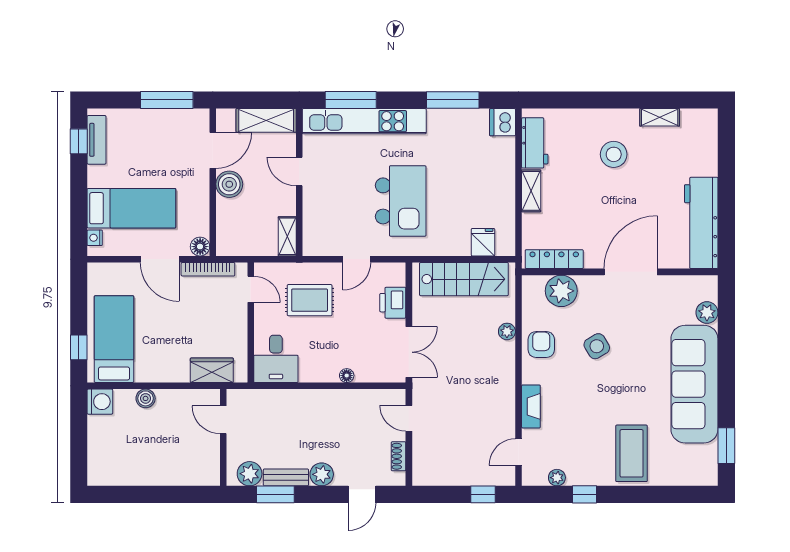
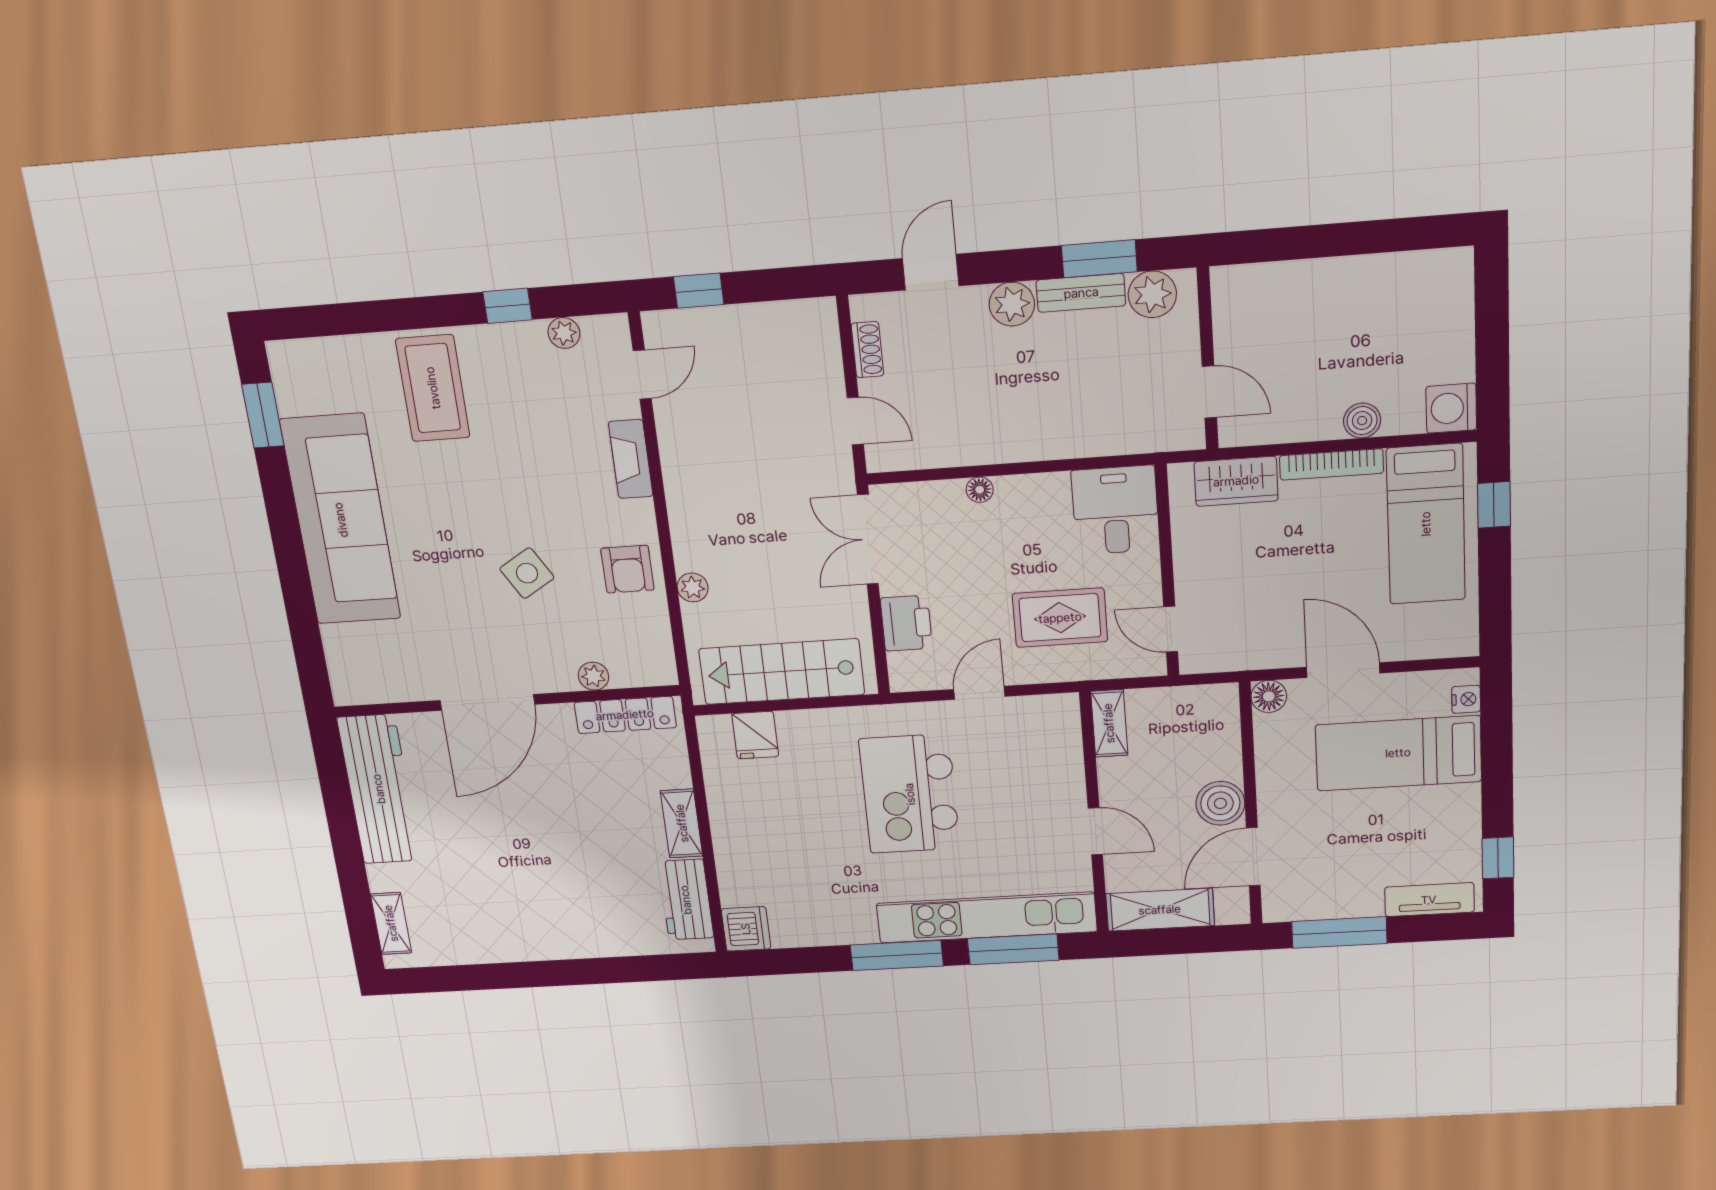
window: (453, 100) -> (897, 955), moved
shelving: (660, 117) -> (391, 923), moved, turned 90
tv unit: (97, 140) -> (1429, 900), moved, turned 90
stool: (614, 154) -> (548, 889), removed
bookcase: (208, 269) -> (1331, 464), moved, turned 180
plant: (561, 291) -> (593, 676), width x0.53, depth x0.53
plant: (707, 313) -> (342, 643), removed

